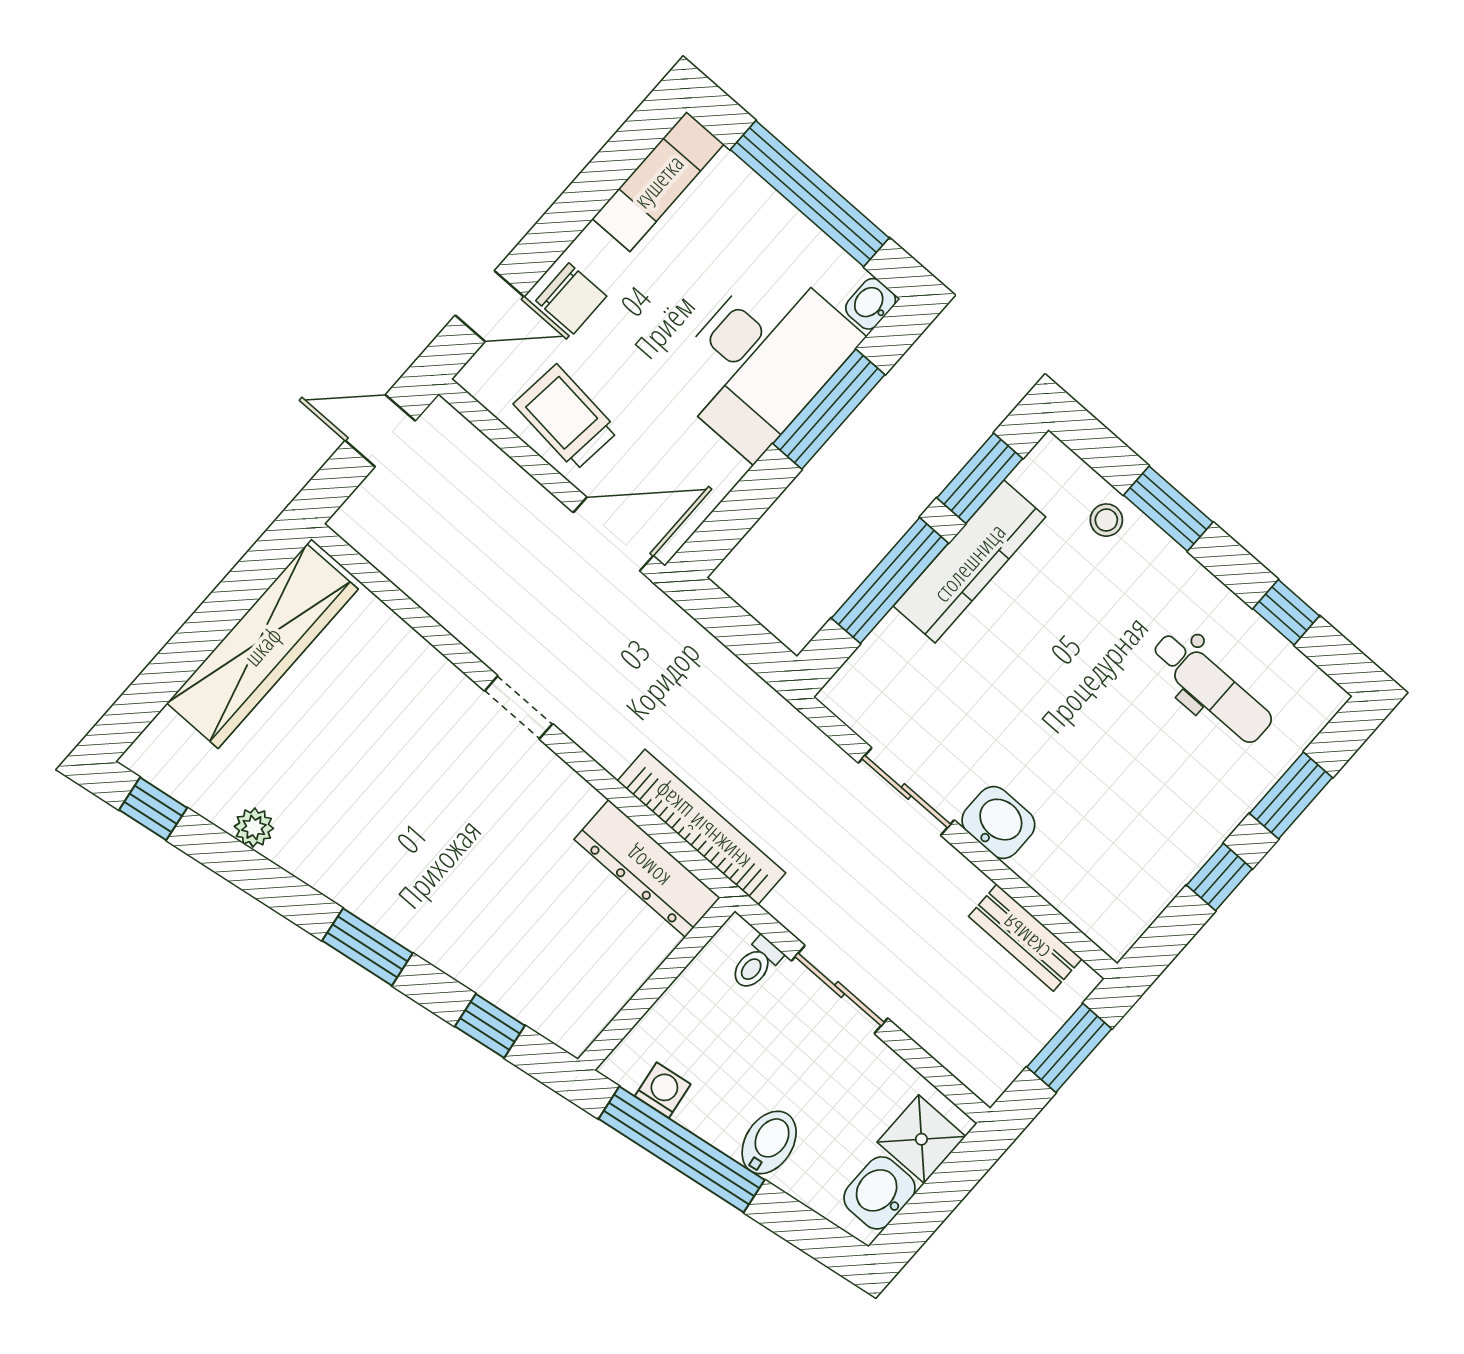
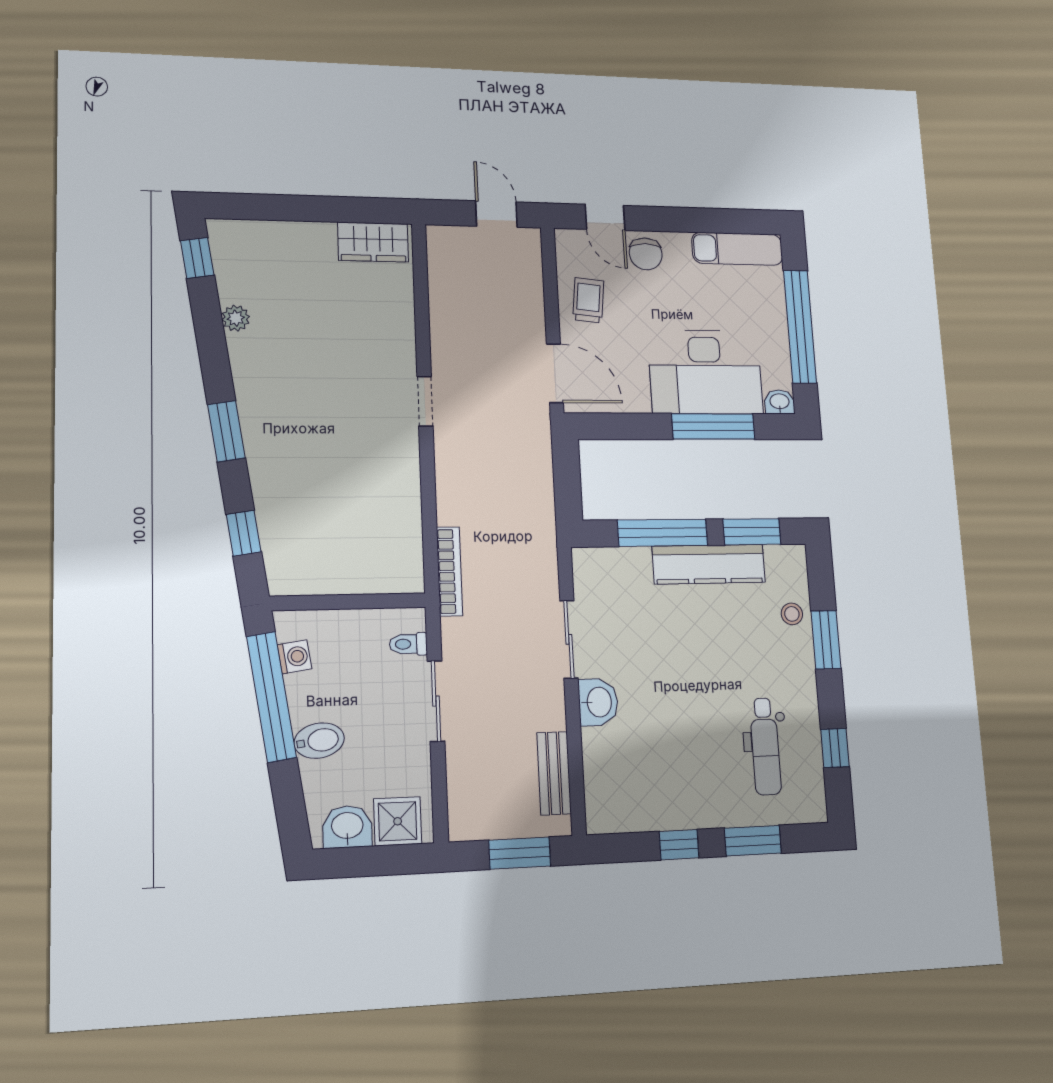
trolley: (566, 417) -> (588, 300), width x0.73, depth x0.72
wardrobe: (262, 646) -> (373, 242), width x0.48, depth x0.85
bookcase: (701, 827) -> (450, 571), width x0.68, depth x0.76
dresser: (647, 868) -> (405, 541), removed

